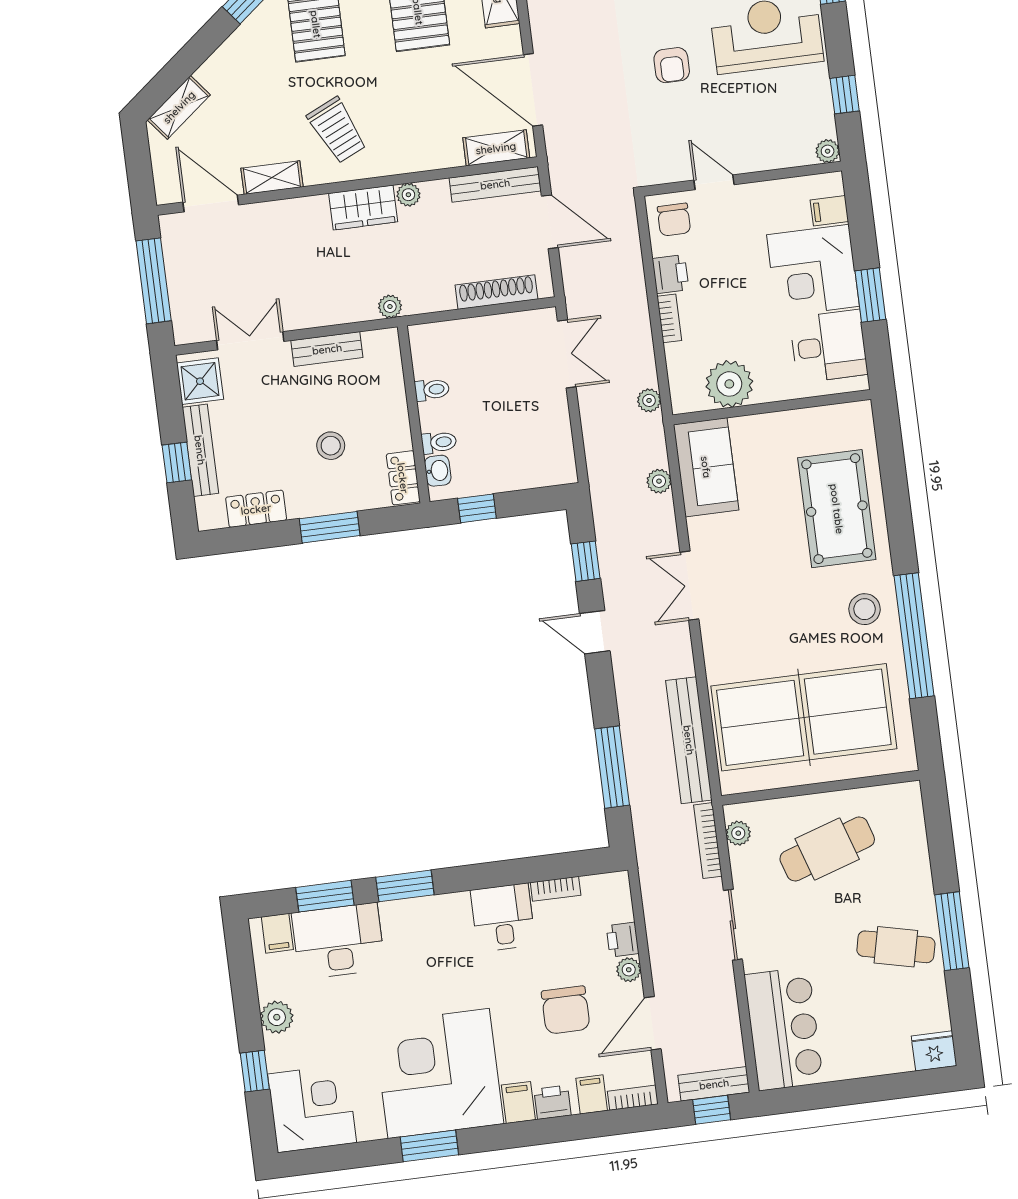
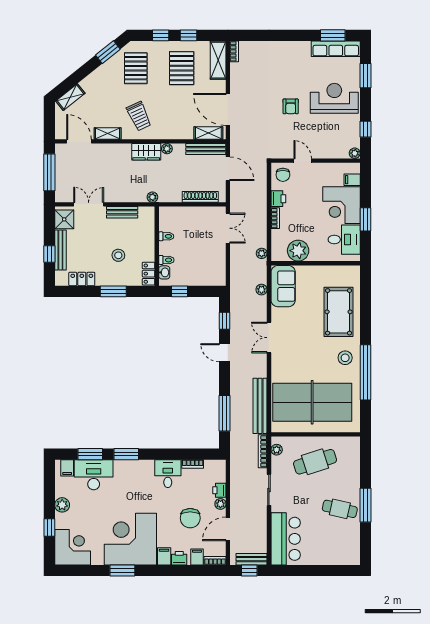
fridge: (934, 1051) -> (351, 557), removed

